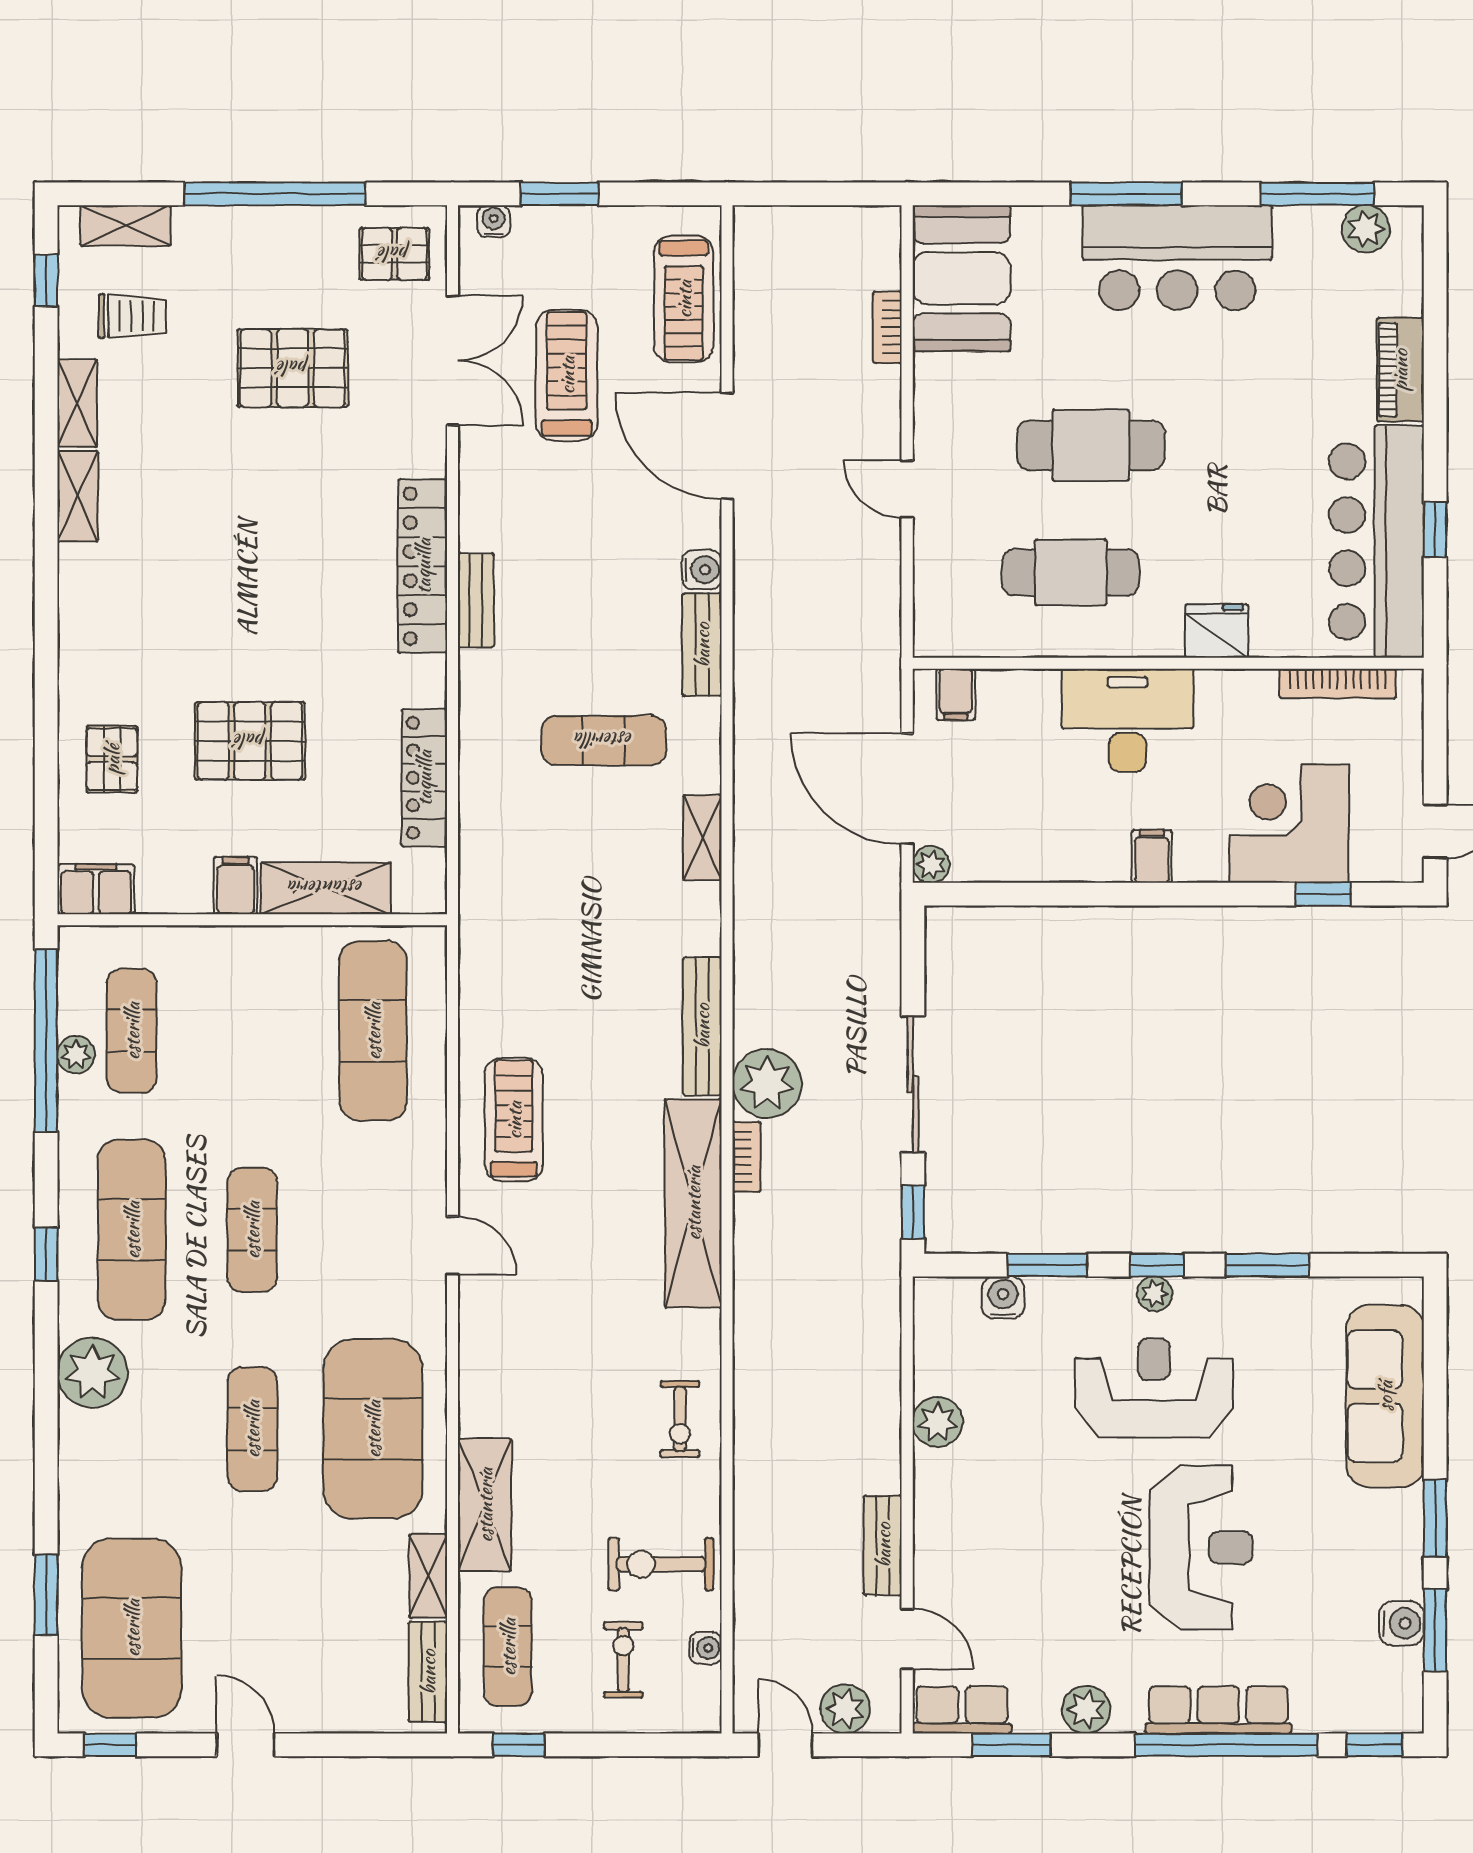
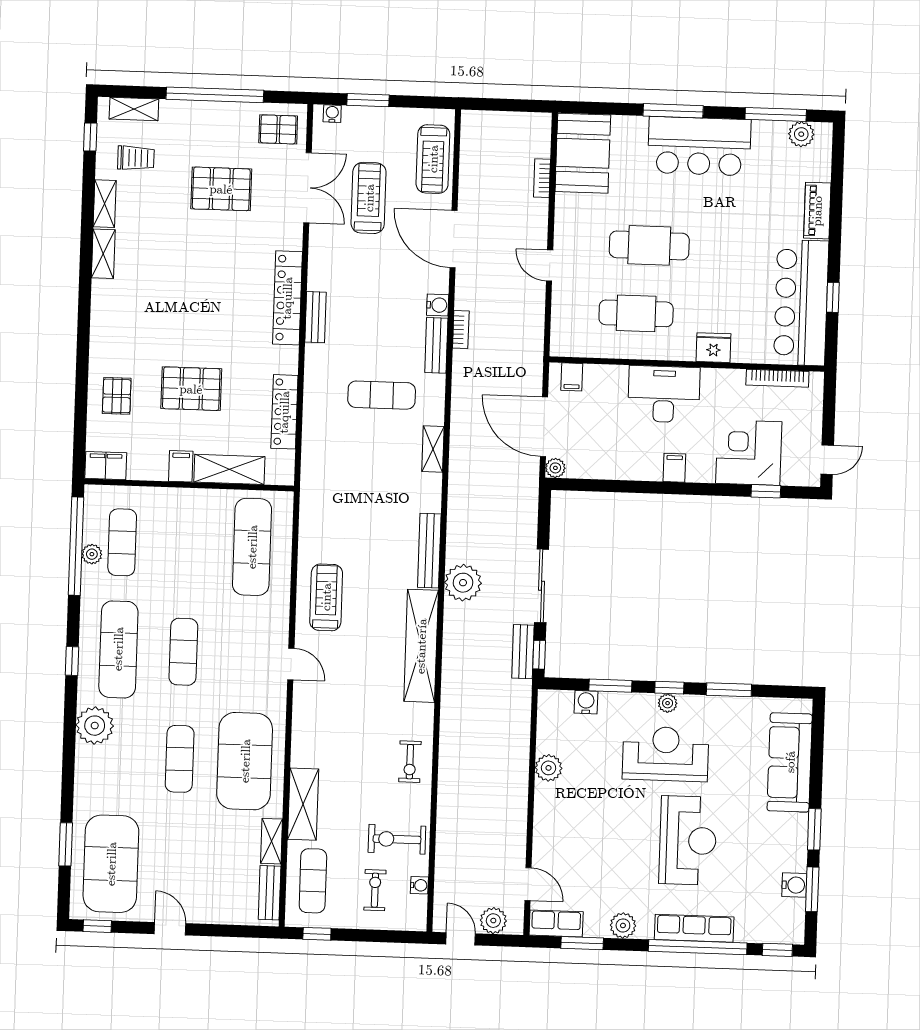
bookcase: (747, 1157) -> (461, 330), moved
bench: (883, 1545) -> (523, 652), moved

